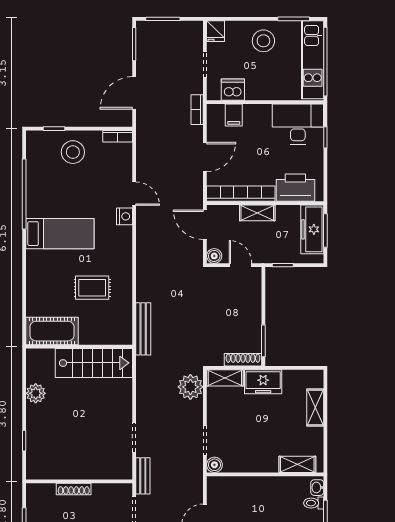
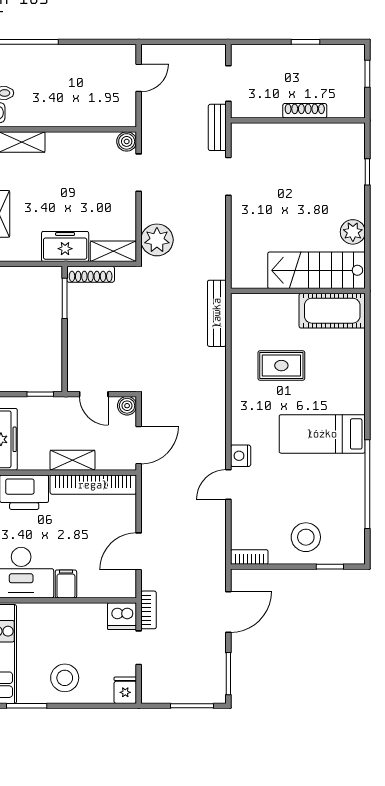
dishwasher: (233, 90) -> (122, 616), moved
bookcase: (197, 110) -> (149, 610), moved
filing cabinet: (234, 115) -> (66, 584), moved
door: (205, 157) -> (139, 551), moved
door: (134, 194) -> (228, 485), hinge flipped
door: (205, 225) -> (139, 445), hinge flipped
stairs: (94, 363) -> (316, 270), moved

